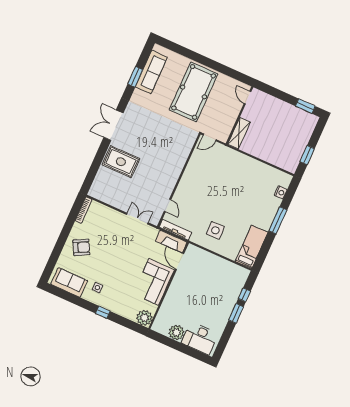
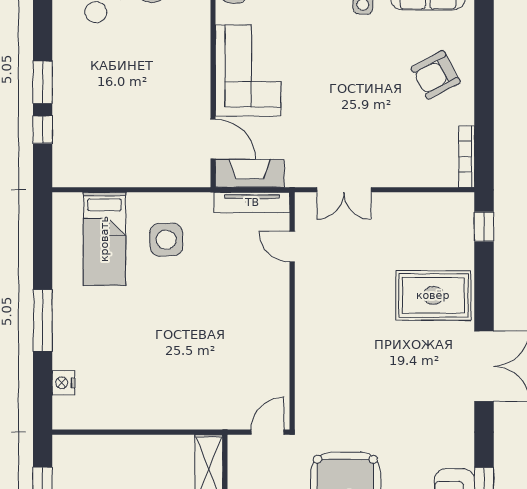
window: (89, 180) -> (484, 227), added
bed: (252, 247) -> (104, 239), moved

